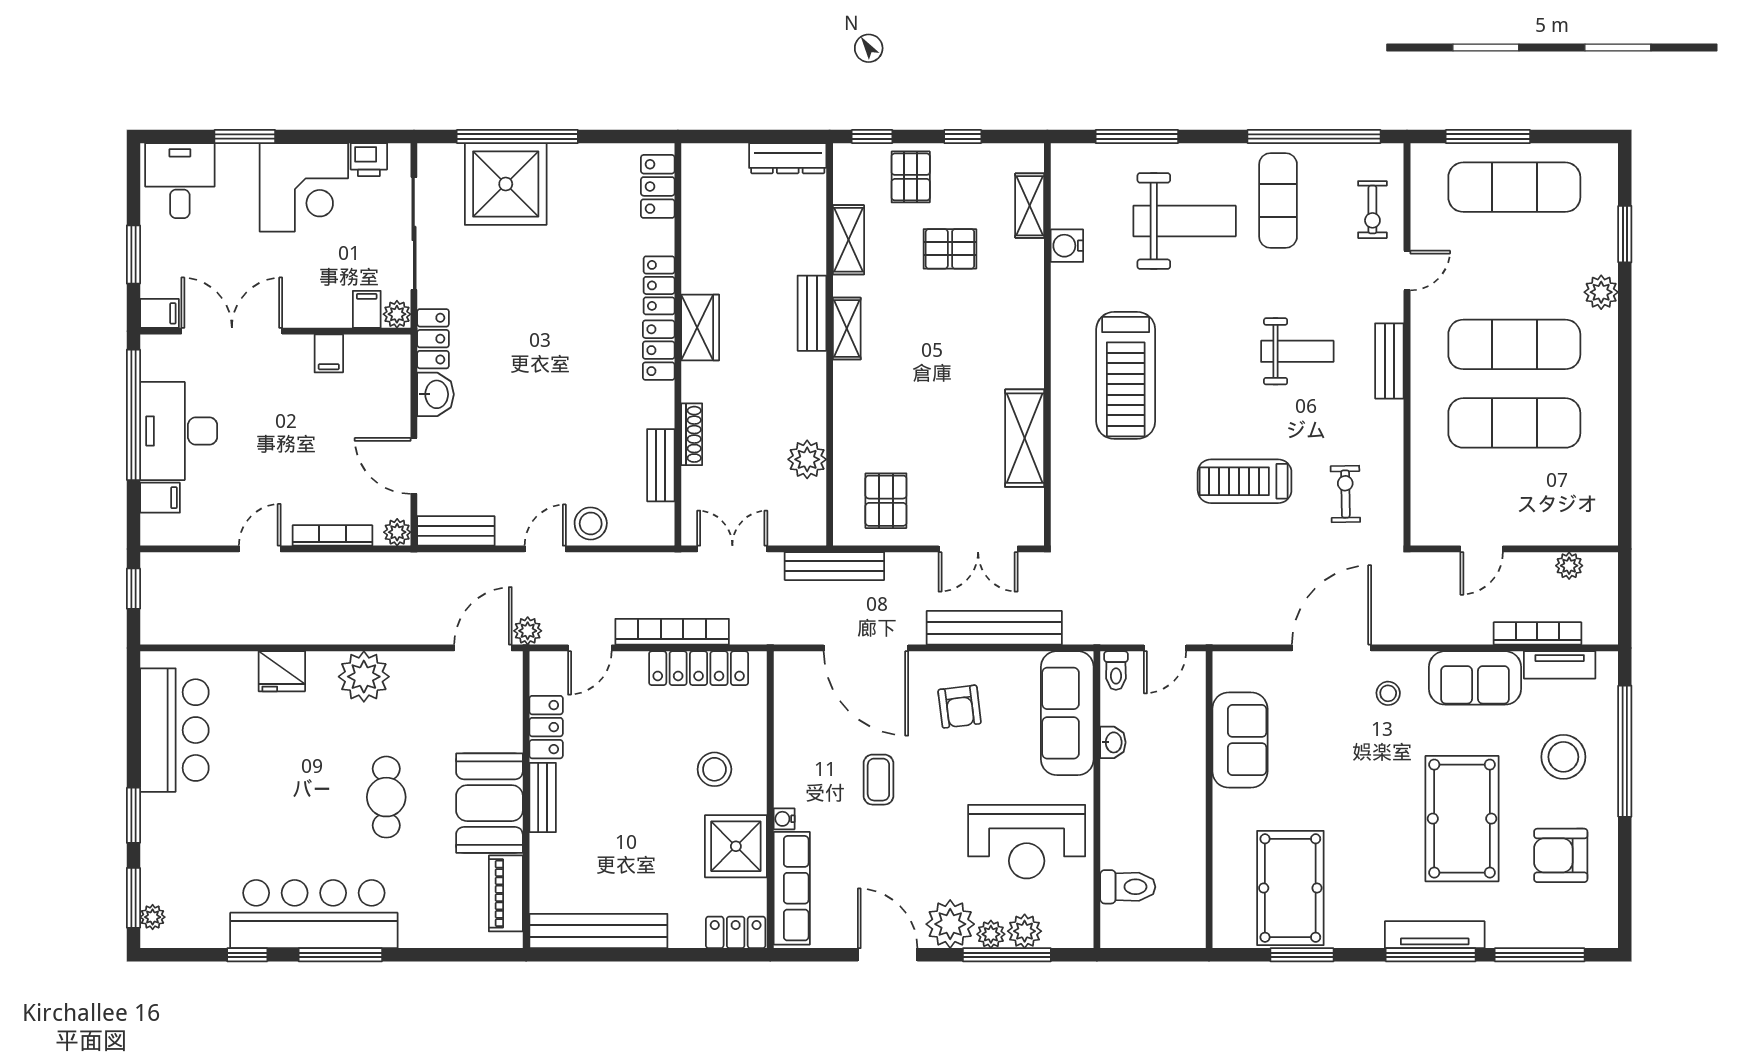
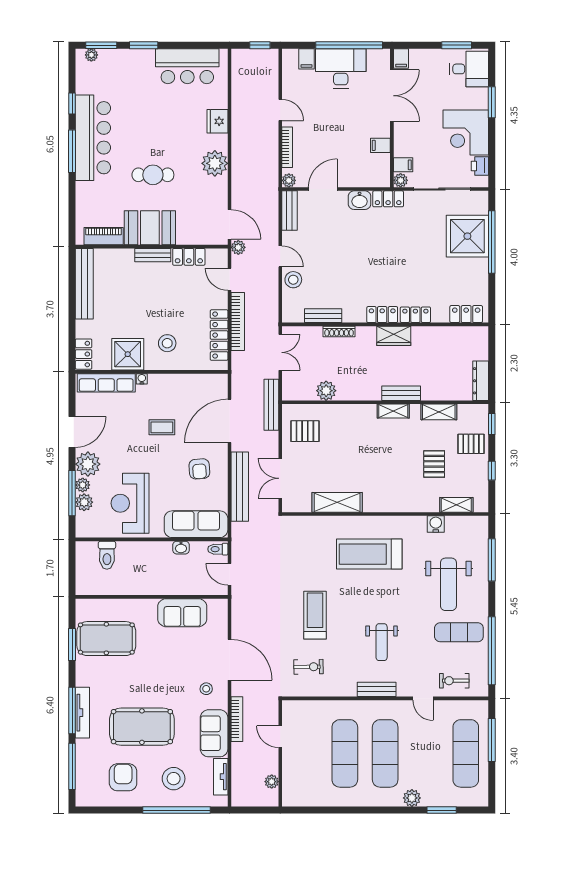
window: (133, 255) -> (457, 45), moved
bookcase: (1537, 633) -> (237, 719), moved
armchair: (960, 707) -> (199, 469), turned -87

